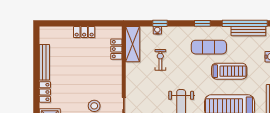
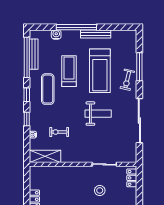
window: (160, 23) -> (27, 119), moved
locker: (116, 49) -> (50, 171), removed

